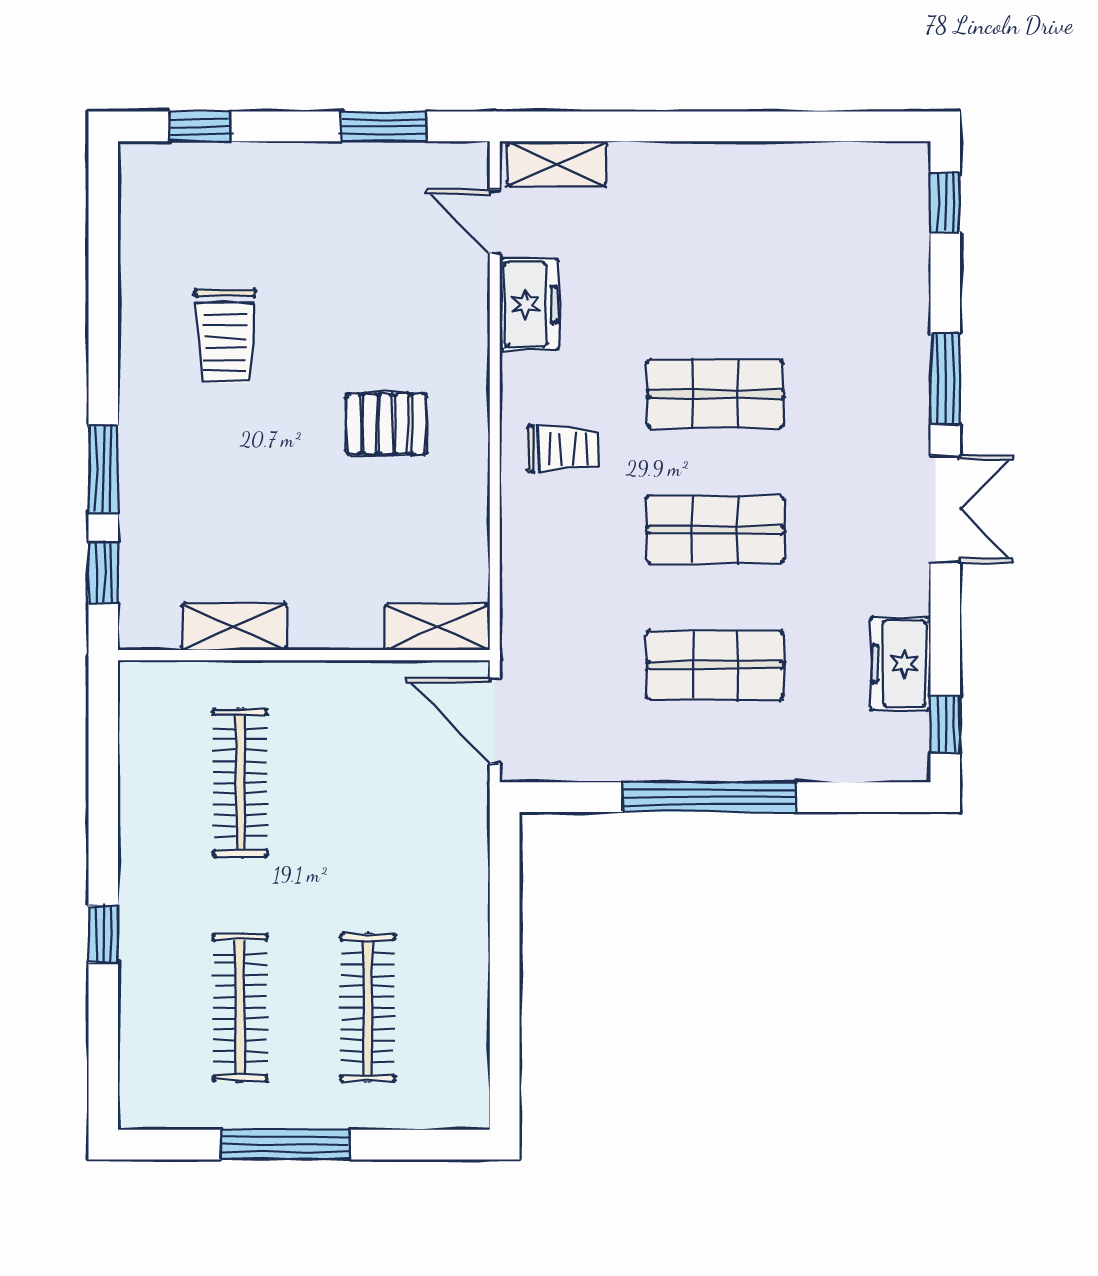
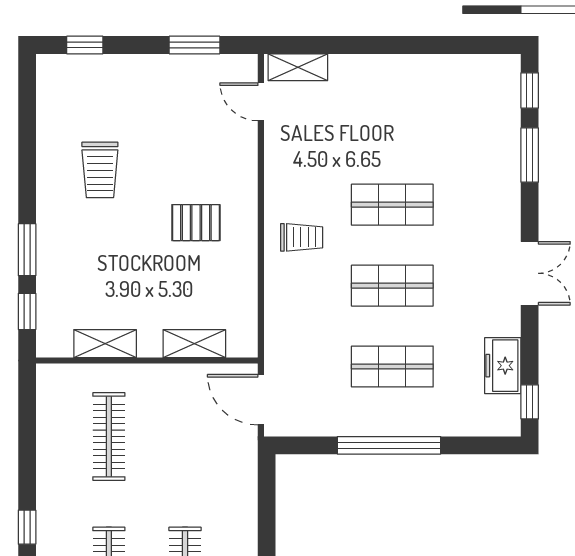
freezer: (530, 304) -> (282, 151), removed
window: (945, 379) -> (530, 155), moved
shelving: (438, 627) -> (194, 344), moved

